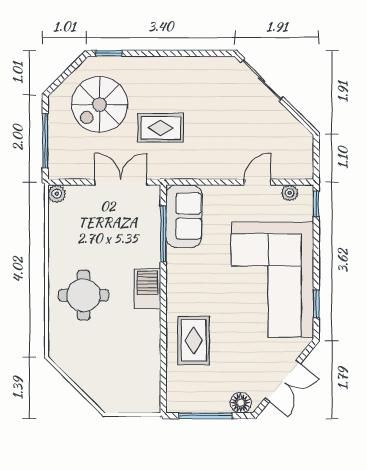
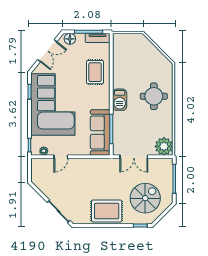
rug: (161, 128) -> (107, 211), moved, width x1.36, depth x1.43
plant: (57, 194) -> (164, 146), width x1.87, depth x1.87
sofa: (184, 216) -> (100, 133), width x1.36
double door: (283, 381) -> (47, 51), swing flipped
tv unit: (189, 404) -> (98, 38), added

